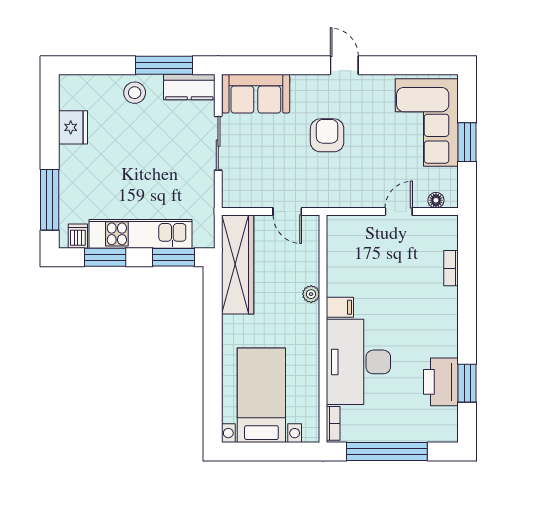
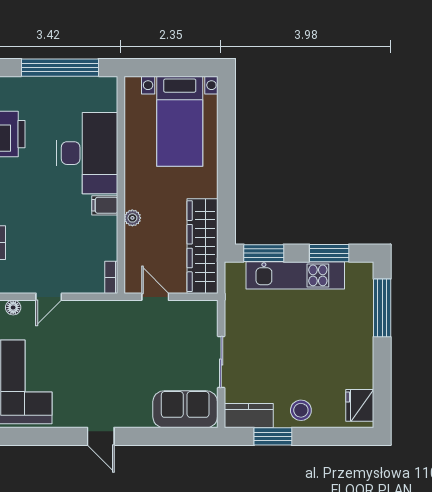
window: (164, 65) -> (273, 436), width x0.69
fridge: (73, 127) -> (360, 405), moved
armchair: (327, 135) -> (117, 370), removed
dishwasher: (78, 236) -> (355, 273), removed
bookcase: (333, 423) -> (111, 277), moved

